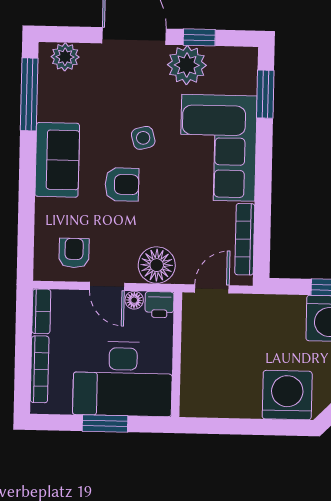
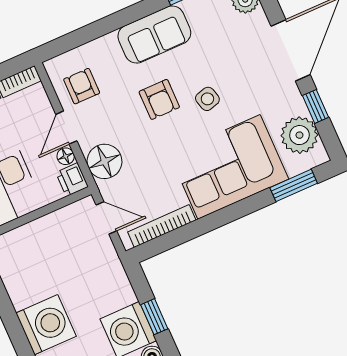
plant: (187, 65) -> (299, 135), moved
armchair: (74, 253) -> (82, 86), turned -90

